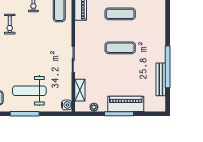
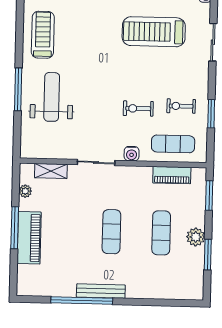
exercise bike: (10, 24) -> (138, 108), moved
bench: (161, 79) -> (101, 291), moved
water cooler: (67, 105) -> (132, 154), moved

